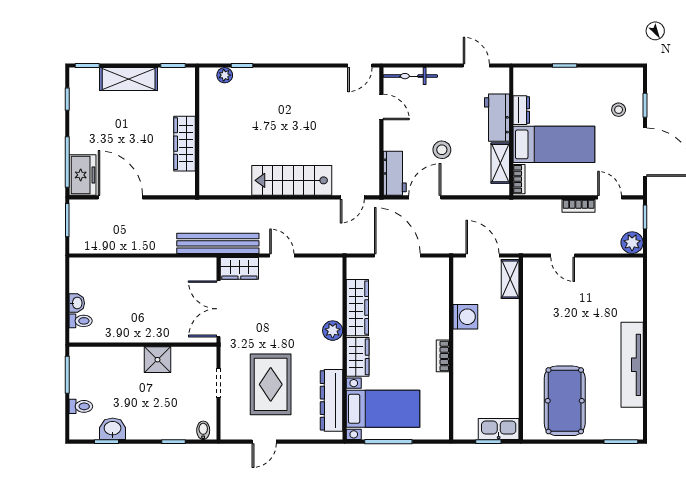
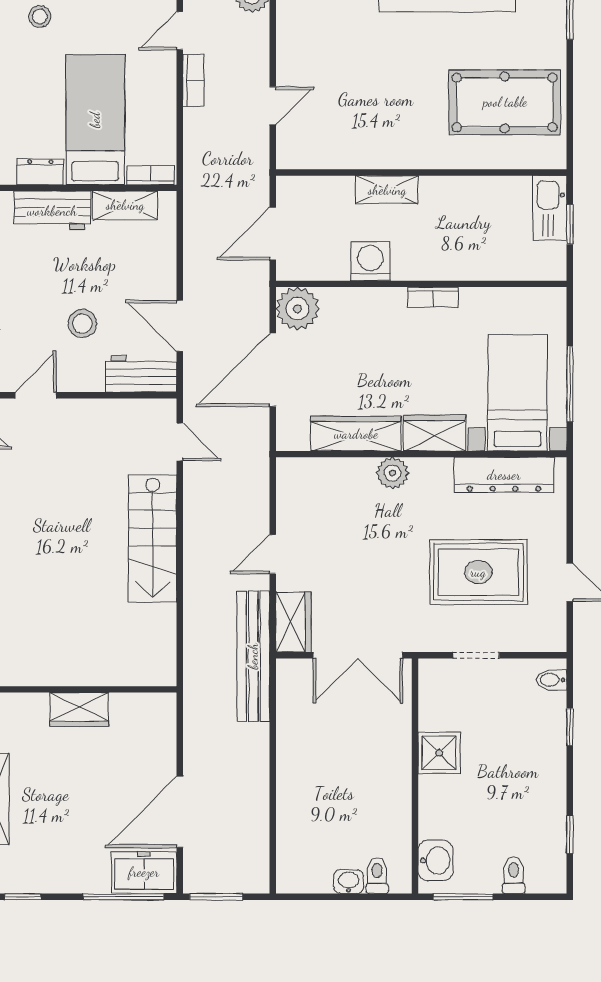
wardrobe: (185, 144) -> (79, 709), width x0.67
stool: (442, 150) -> (82, 324), moved
plant: (436, 271) -> (297, 309), added
shelving: (510, 279) -> (387, 190), moved
washbasin: (113, 429) -> (436, 861), moved, turned 180

